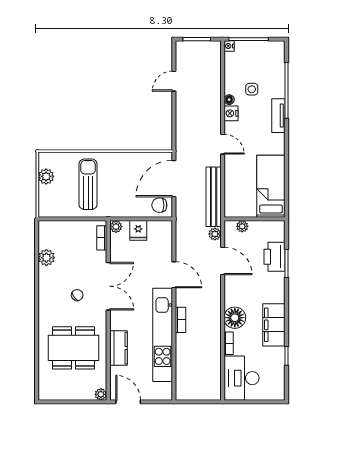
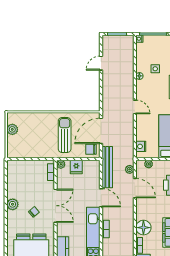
nightstand: (231, 113) -> (141, 146), moved
sun lounger: (88, 184) -> (65, 135), moved
bench: (214, 197) -> (107, 167), moved
plant: (46, 258) -> (13, 204), moved

